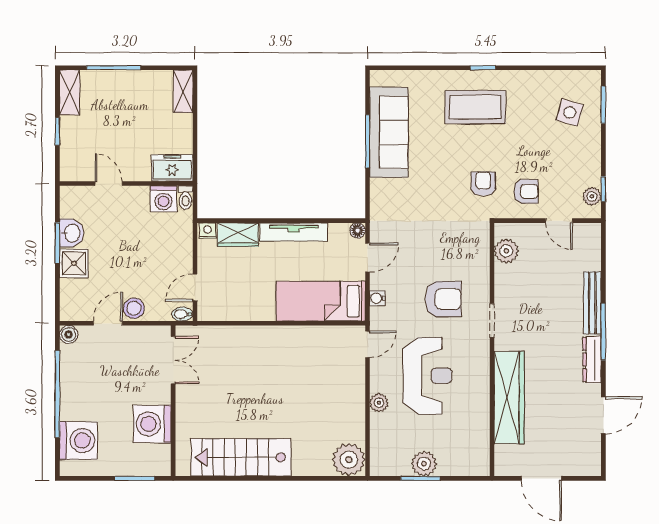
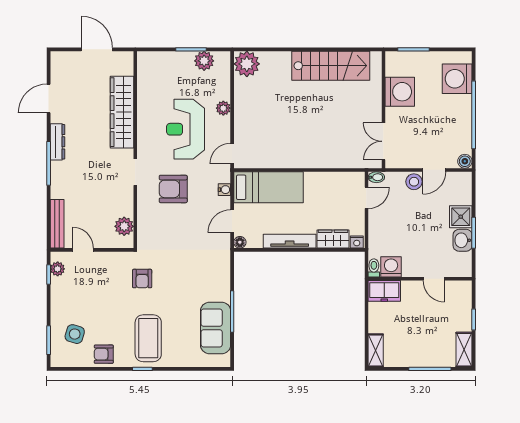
coffee table: (475, 107) -> (148, 338), turned 90
sofa: (389, 132) -> (216, 328), width x0.73
armchair: (526, 191) -> (104, 354), moved
bench: (592, 303) -> (57, 224), moved
plant: (424, 464) -> (204, 61), moved

